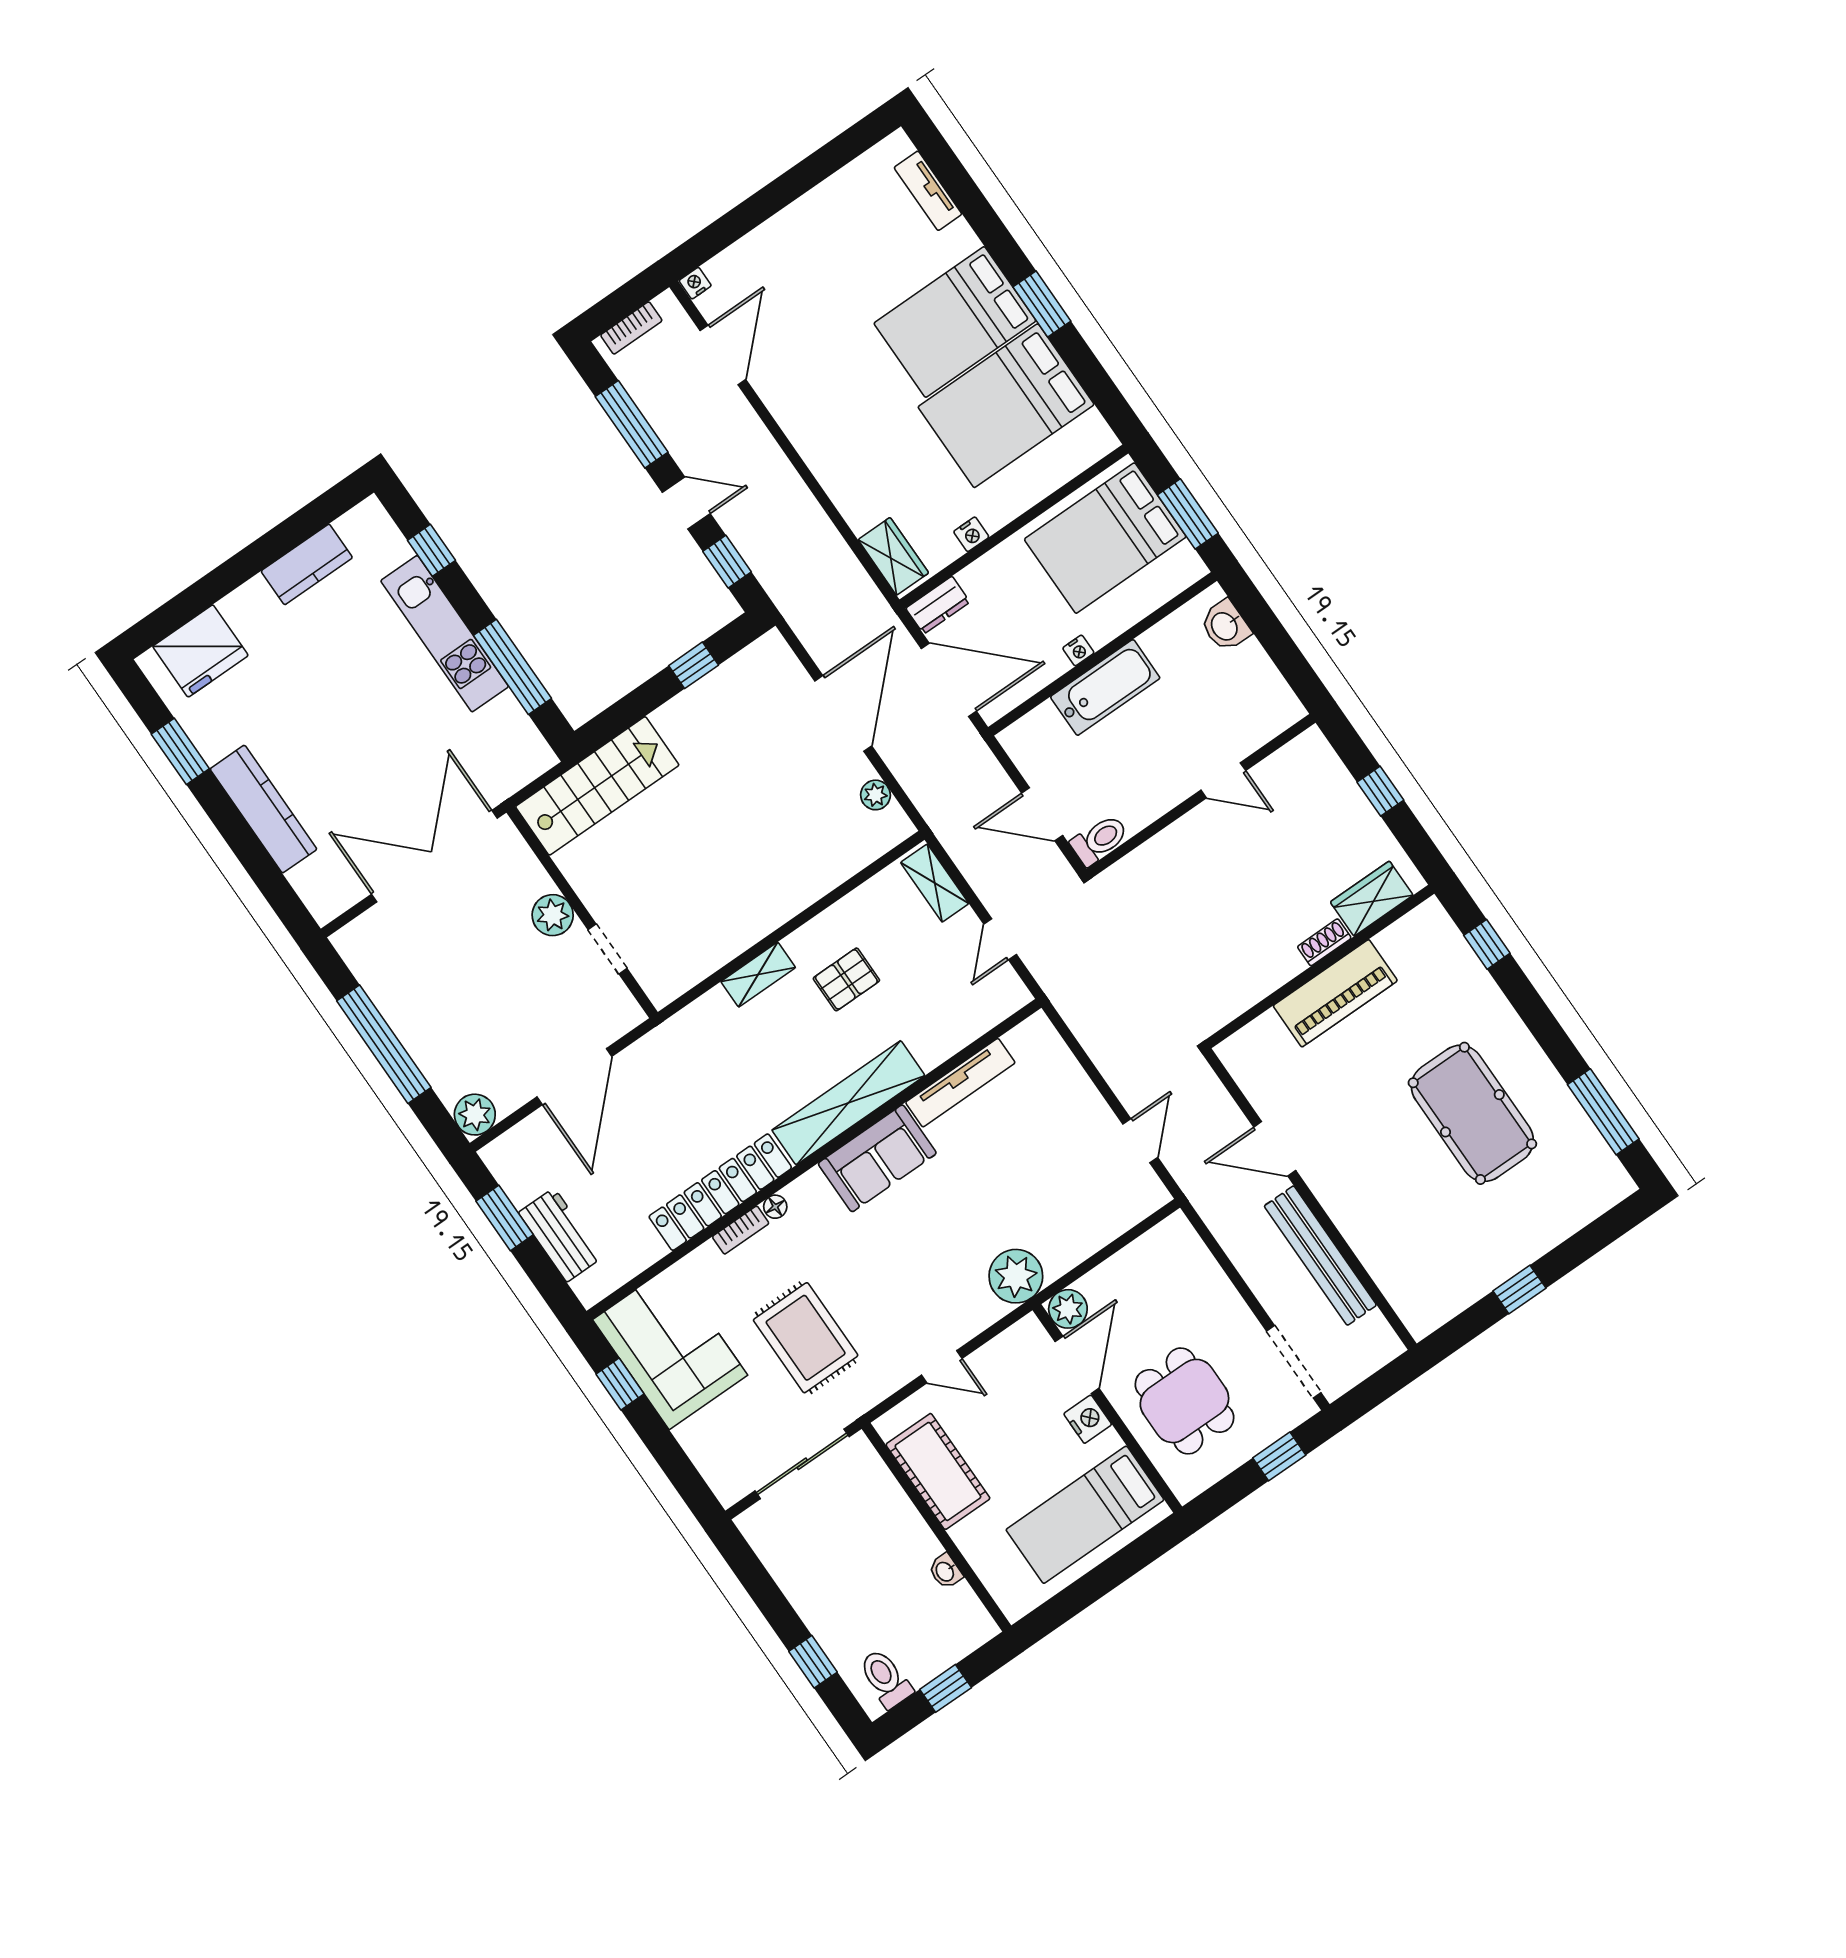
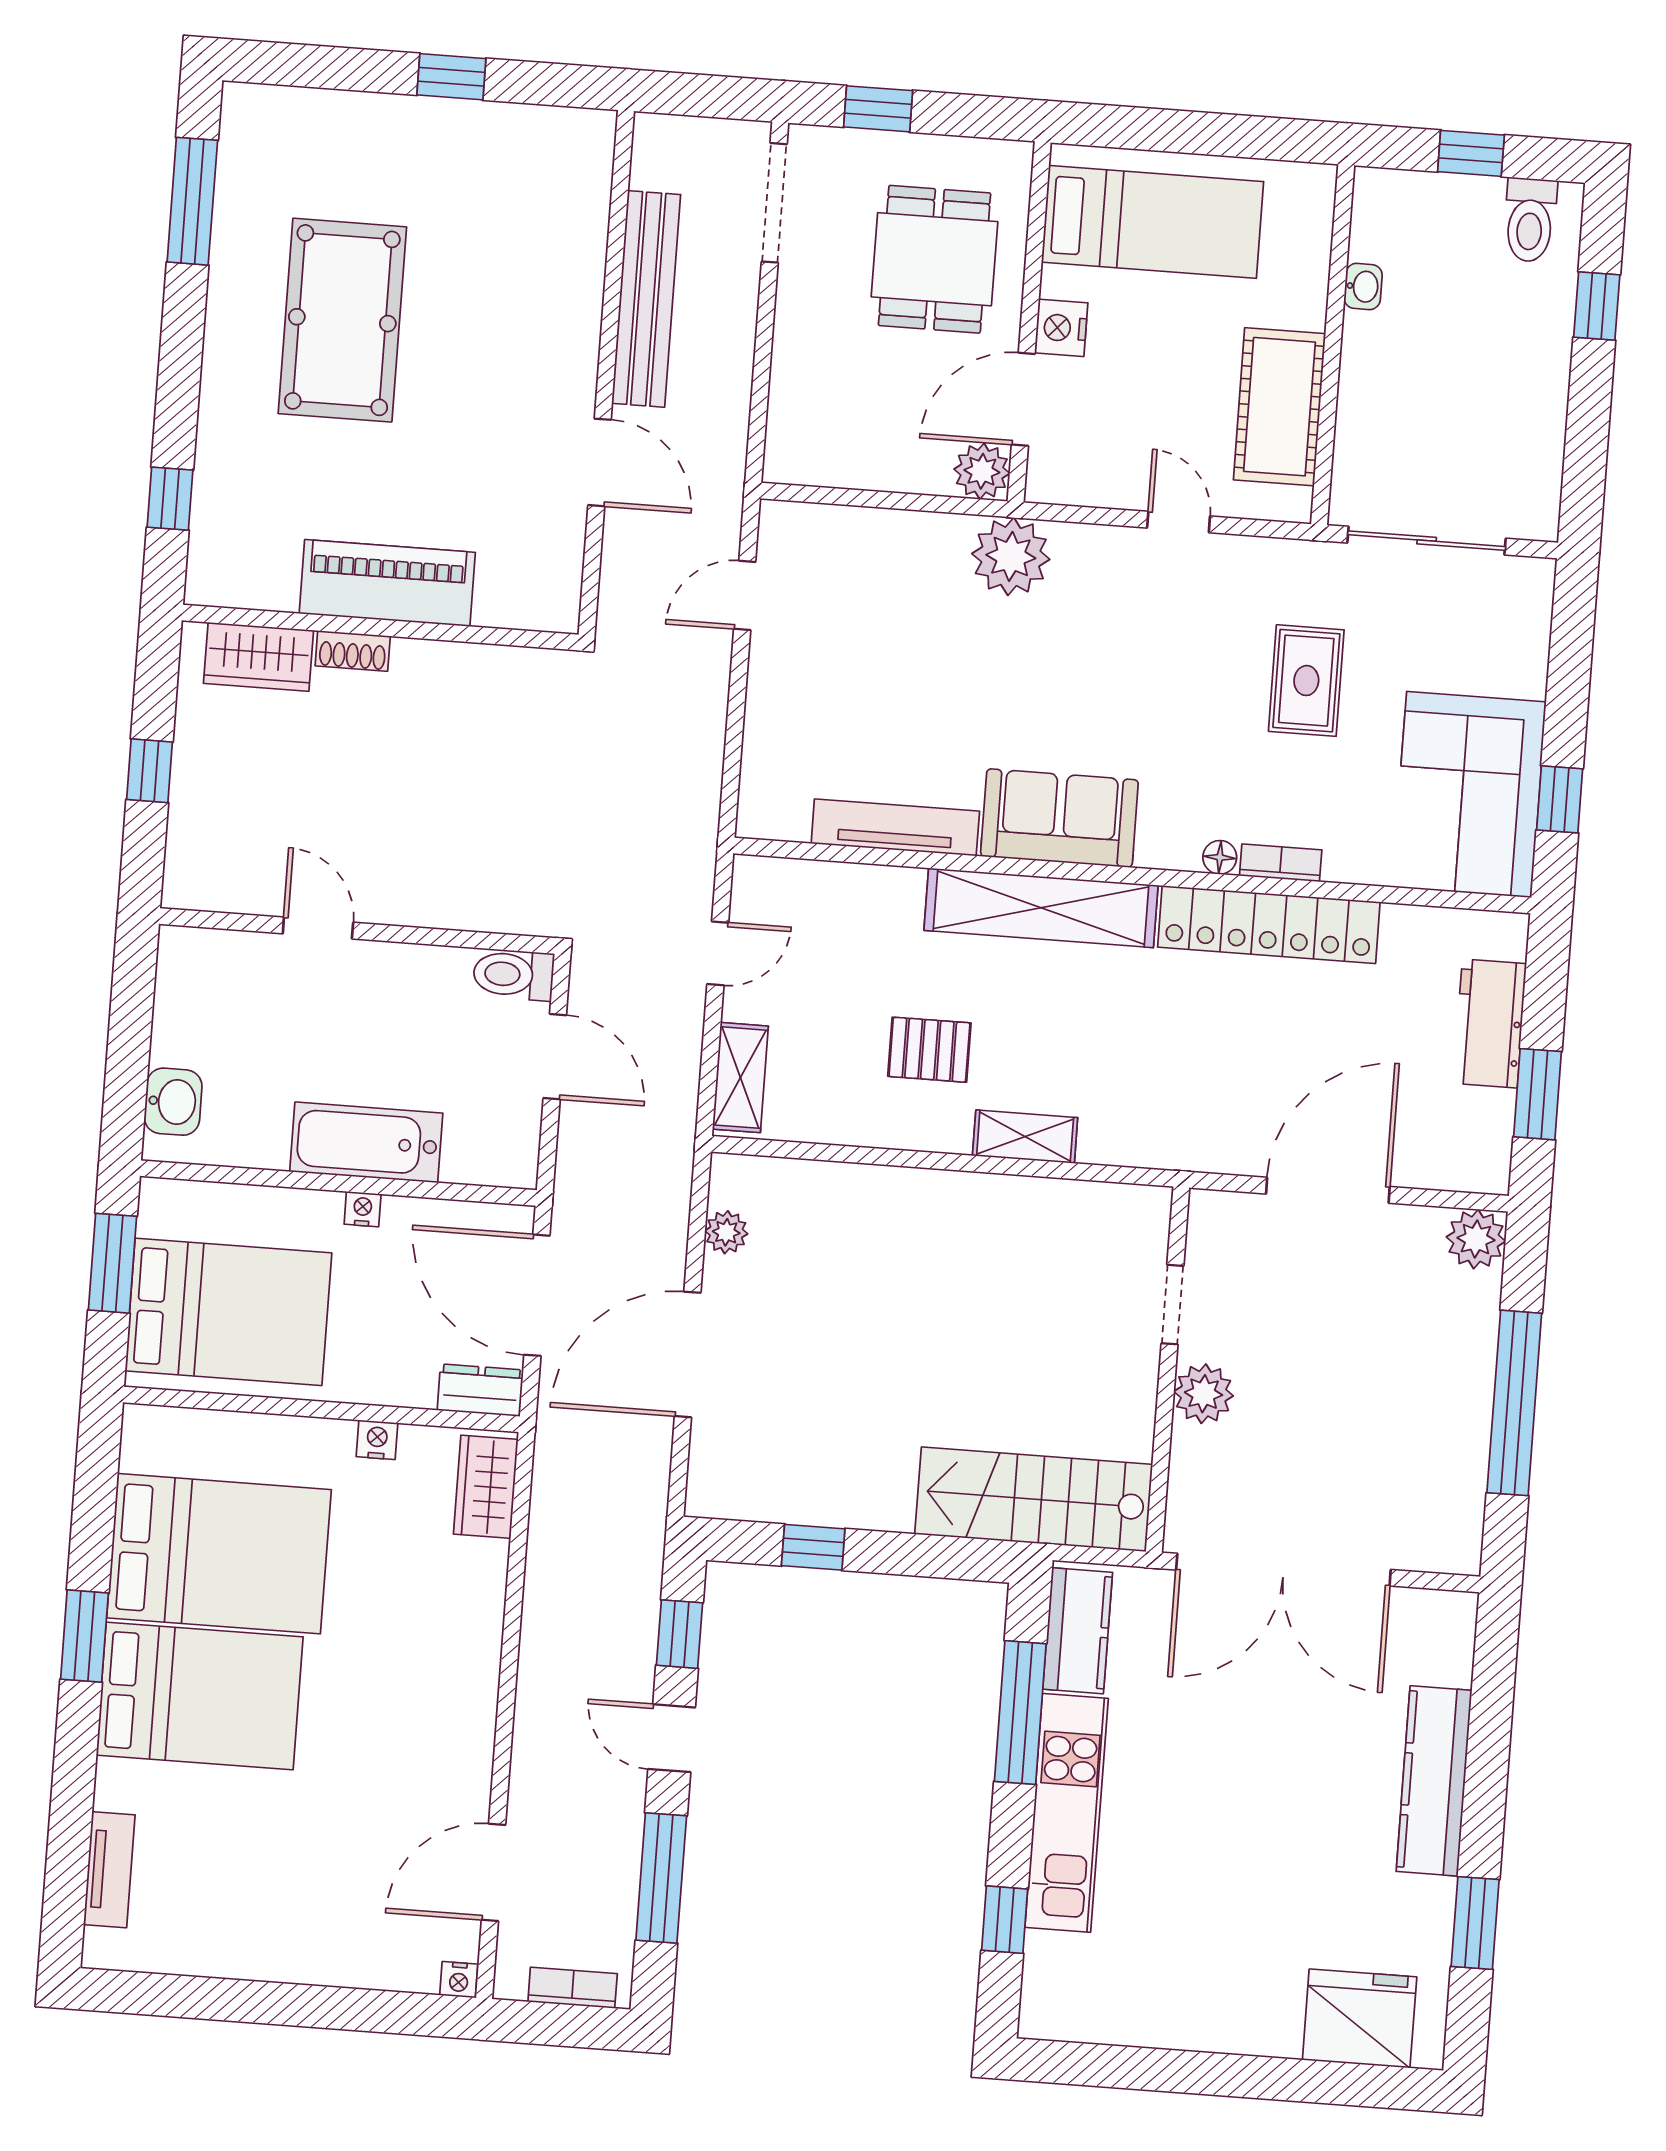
kitchen counter: (307, 564) -> (1078, 1631), moved, turned 90
rug: (806, 1338) -> (1306, 681), width x0.73, depth x0.70

